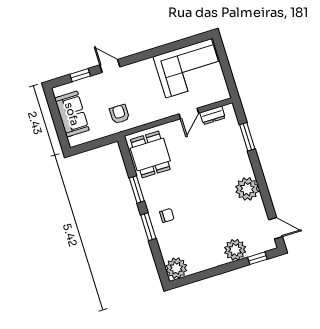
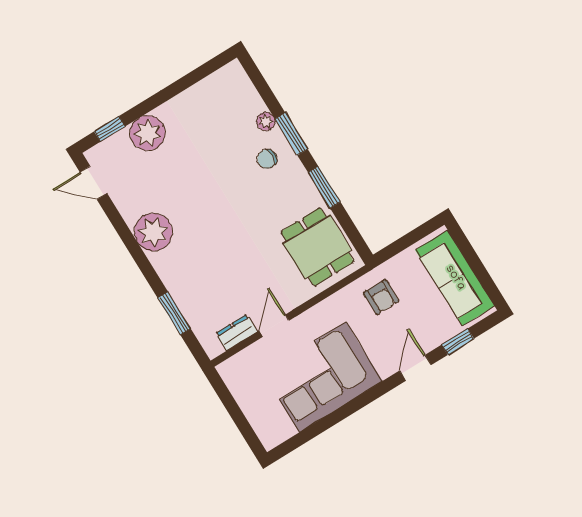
door: (110, 66) -> (415, 368), swing flipped
corner sofa: (189, 68) -> (323, 377), moved
sofa: (72, 114) -> (455, 278), width x1.36
plant: (176, 268) -> (266, 121), moved, width x0.53, depth x0.53

